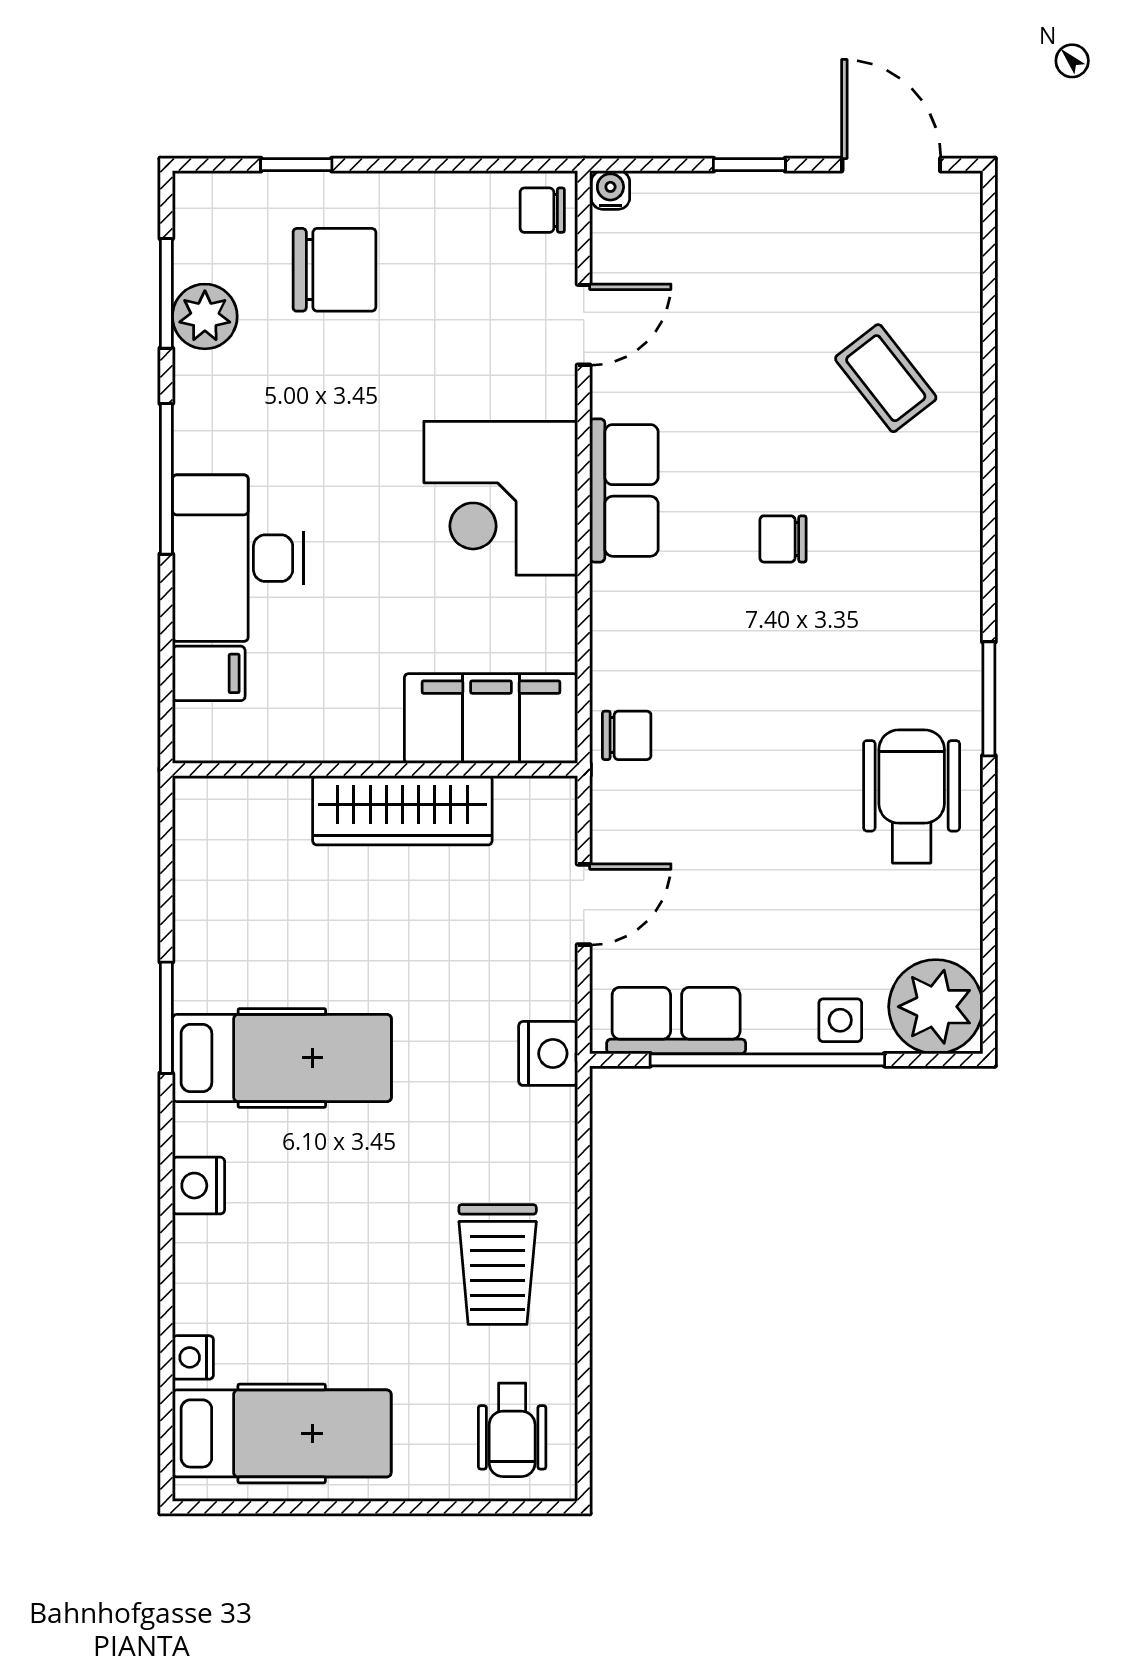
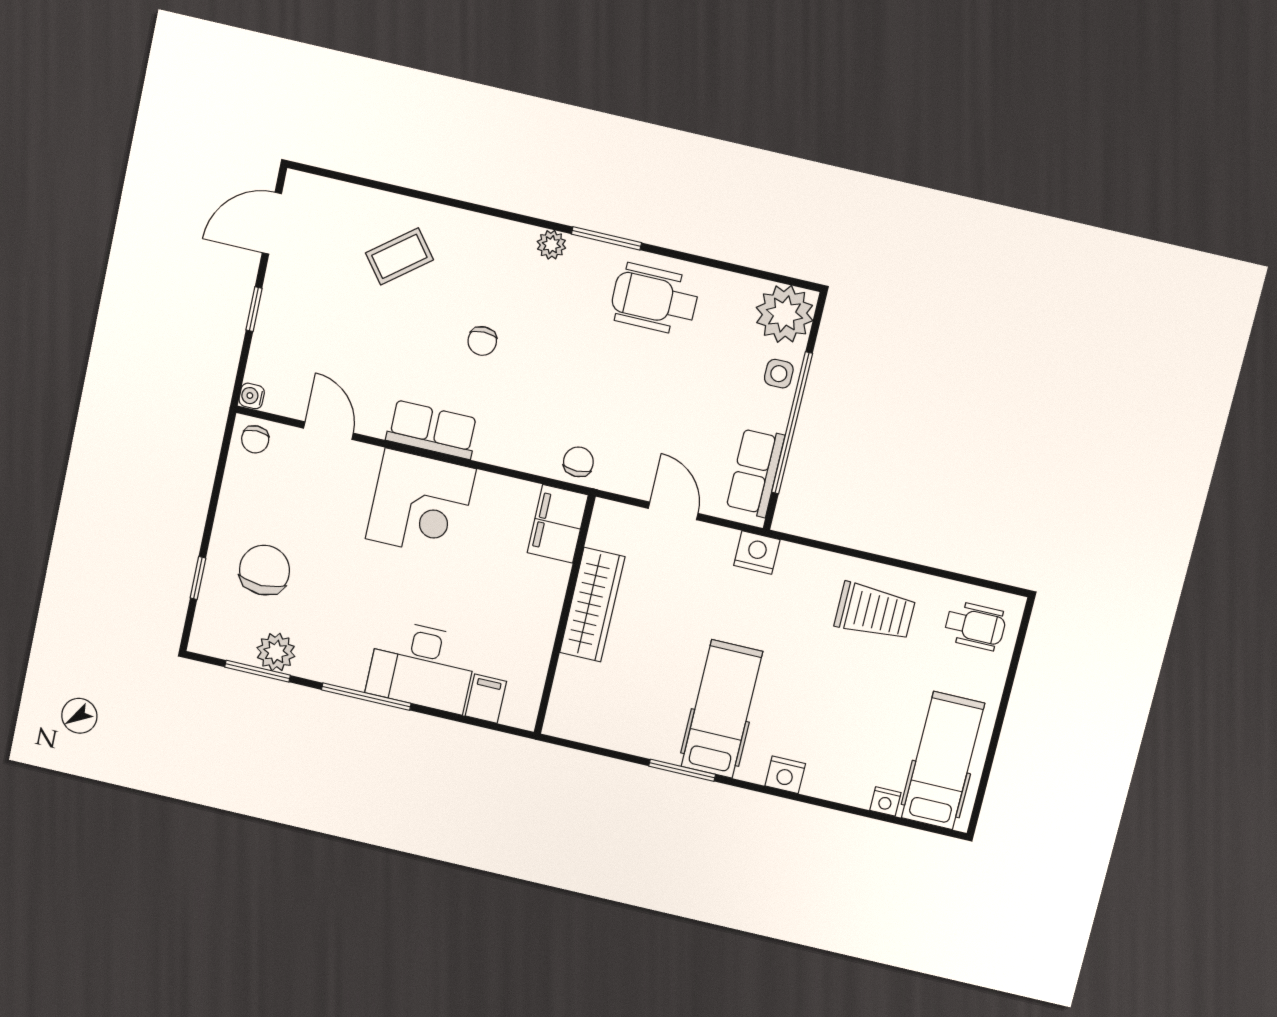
plant: (959, 614) -> (551, 245), added
filing cabinet: (491, 719) -> (558, 524), width x0.67, depth x0.86

